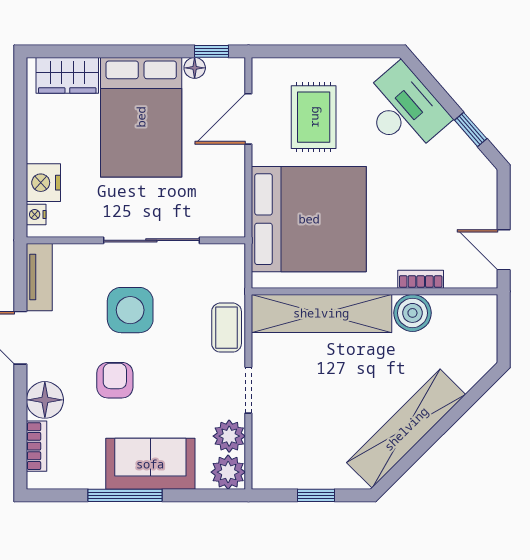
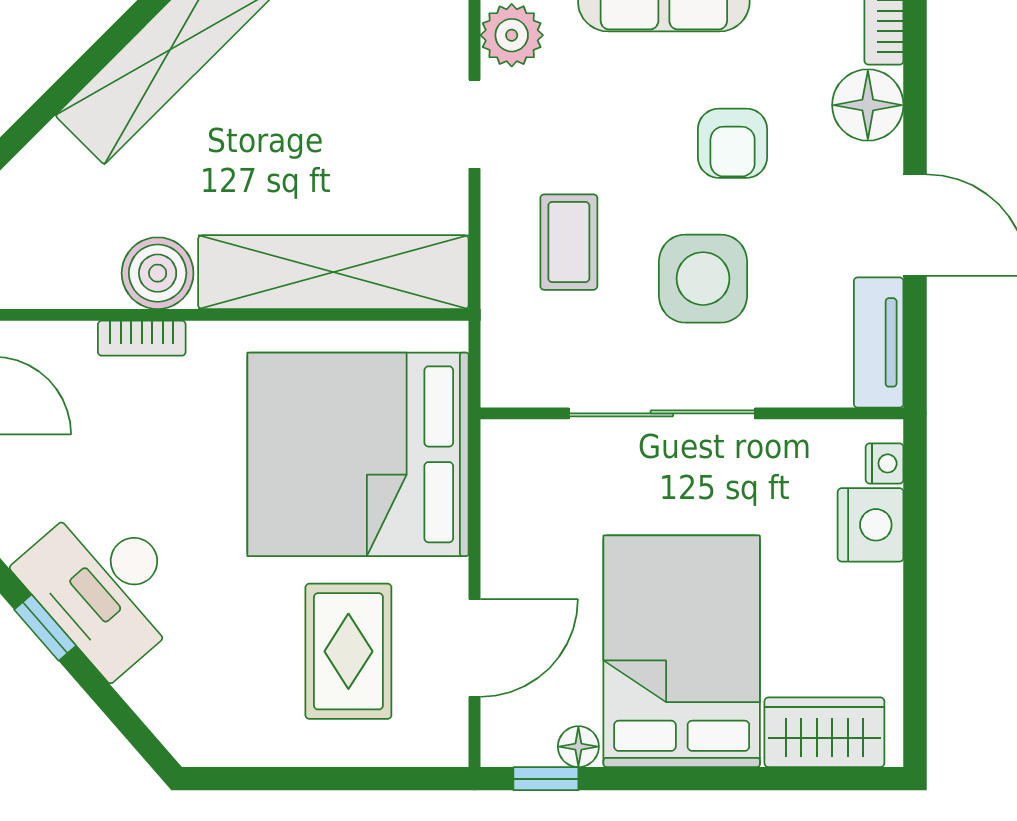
desk: (404, 110) -> (105, 586), moved
coffee table: (227, 328) -> (569, 242), moved

